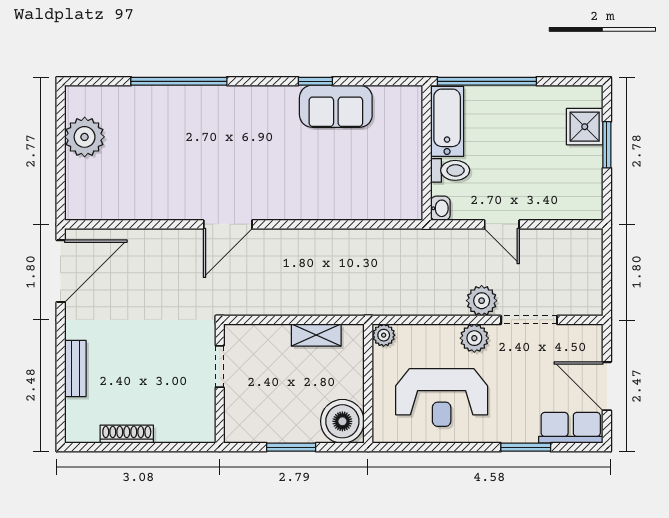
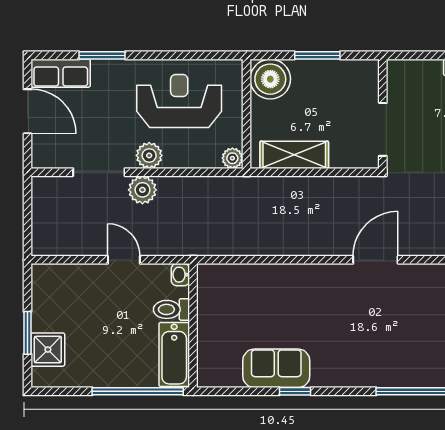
shelving: (316, 335) -> (294, 155), width x1.50, depth x1.33
doorway: (220, 366) -> (383, 129), width x1.38

